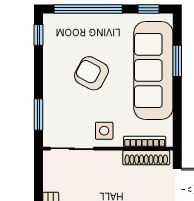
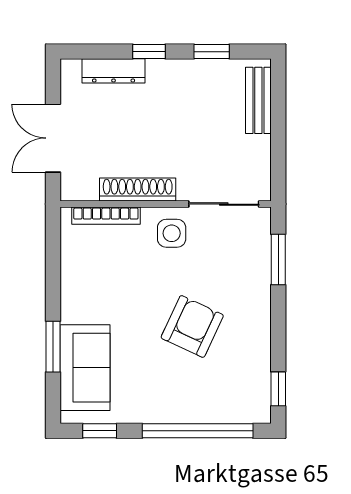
sofa: (153, 70) -> (85, 368), width x0.54, depth x0.79
armchair: (91, 73) -> (192, 326), turned -93
shoe rack: (146, 158) -> (138, 189), moved

